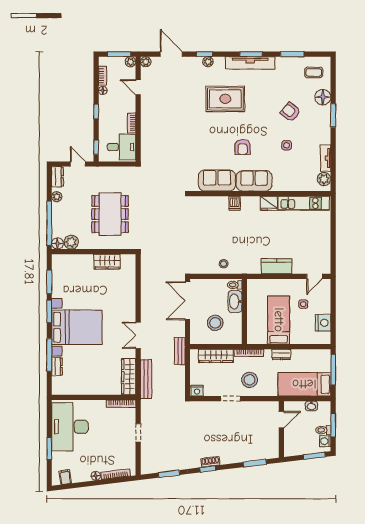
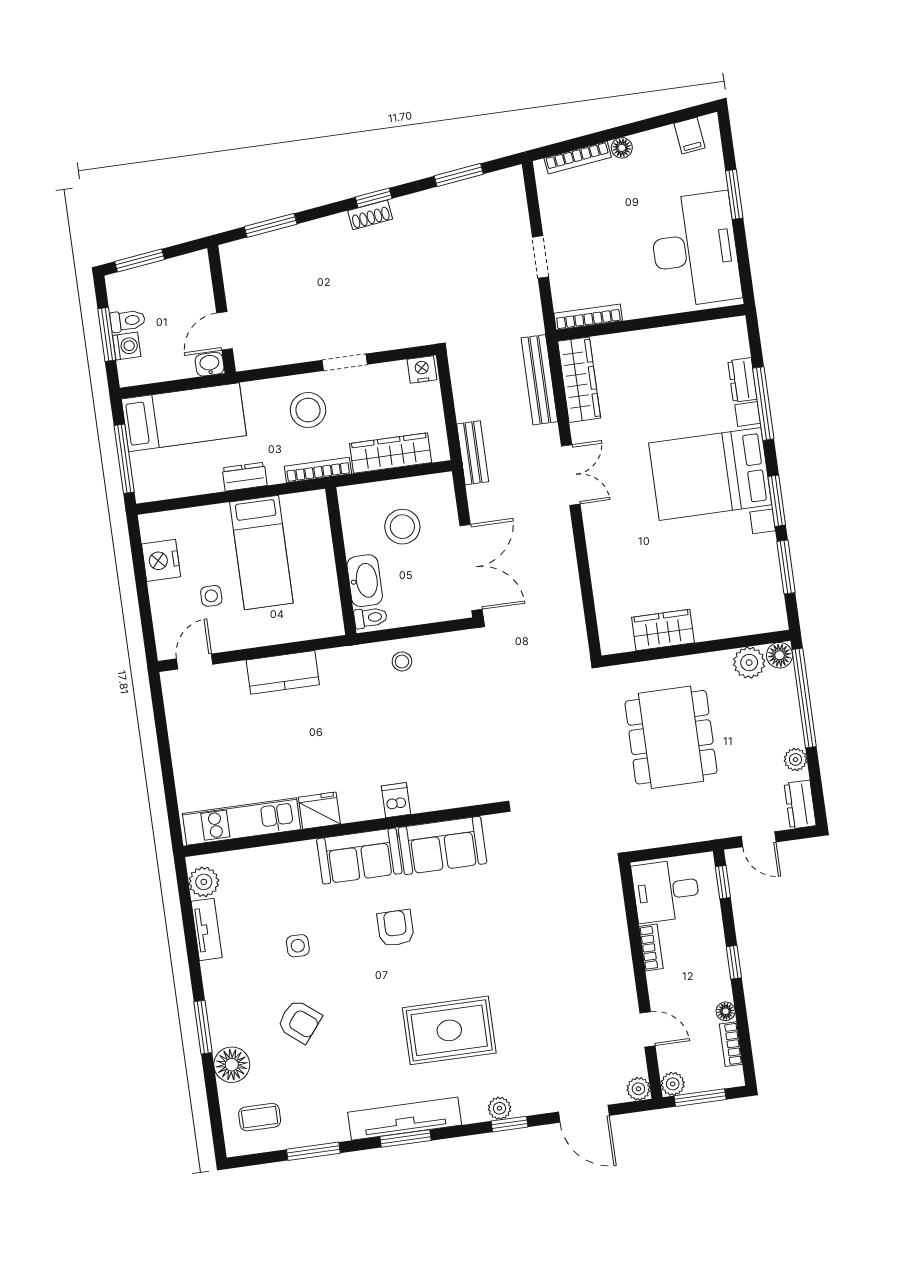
washbasin: (311, 406) -> (210, 364), moved
washing machine: (325, 441) -> (127, 346), moved

